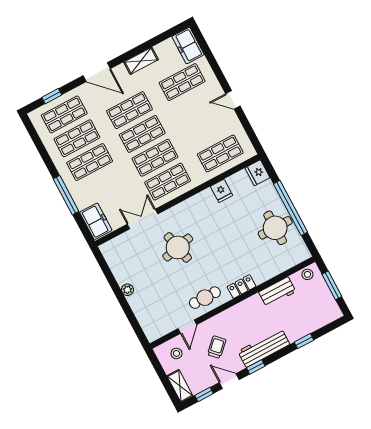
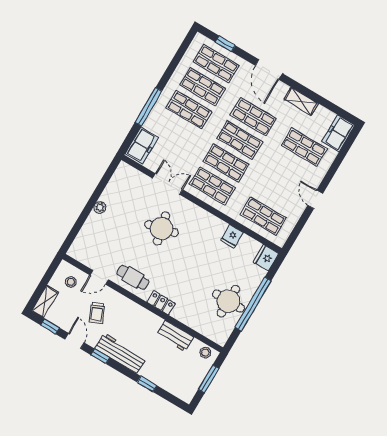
trolley: (217, 347) -> (97, 313), turned 110

